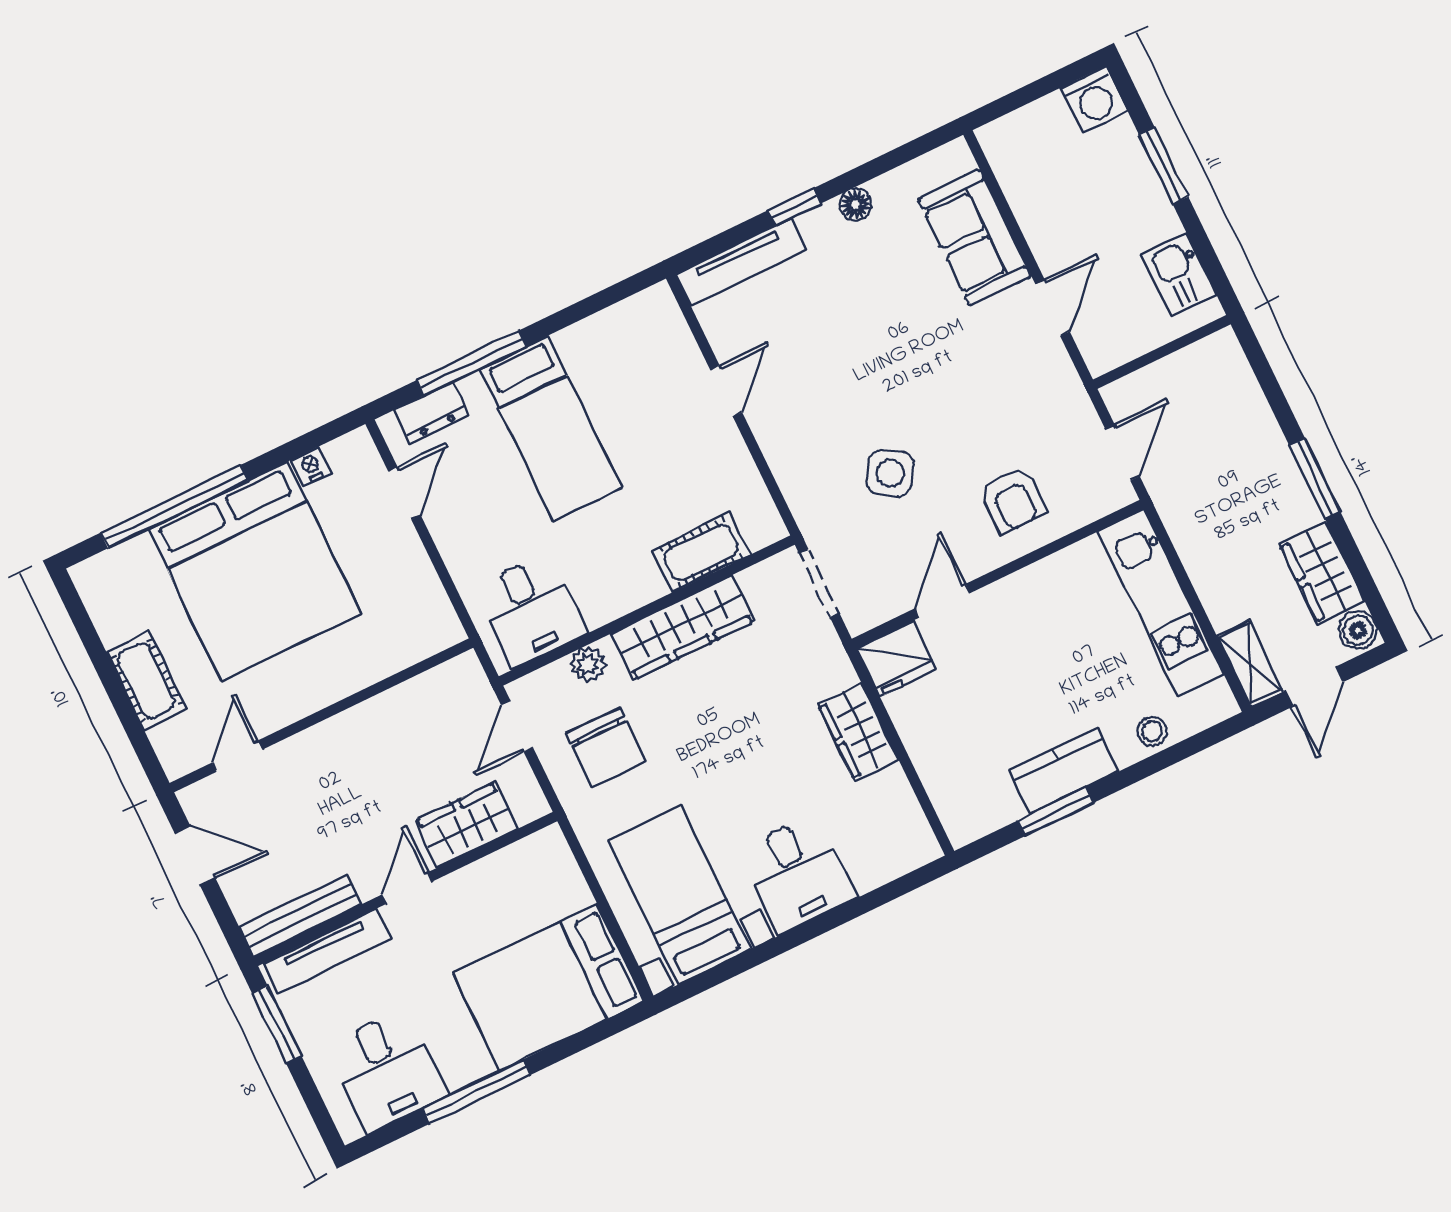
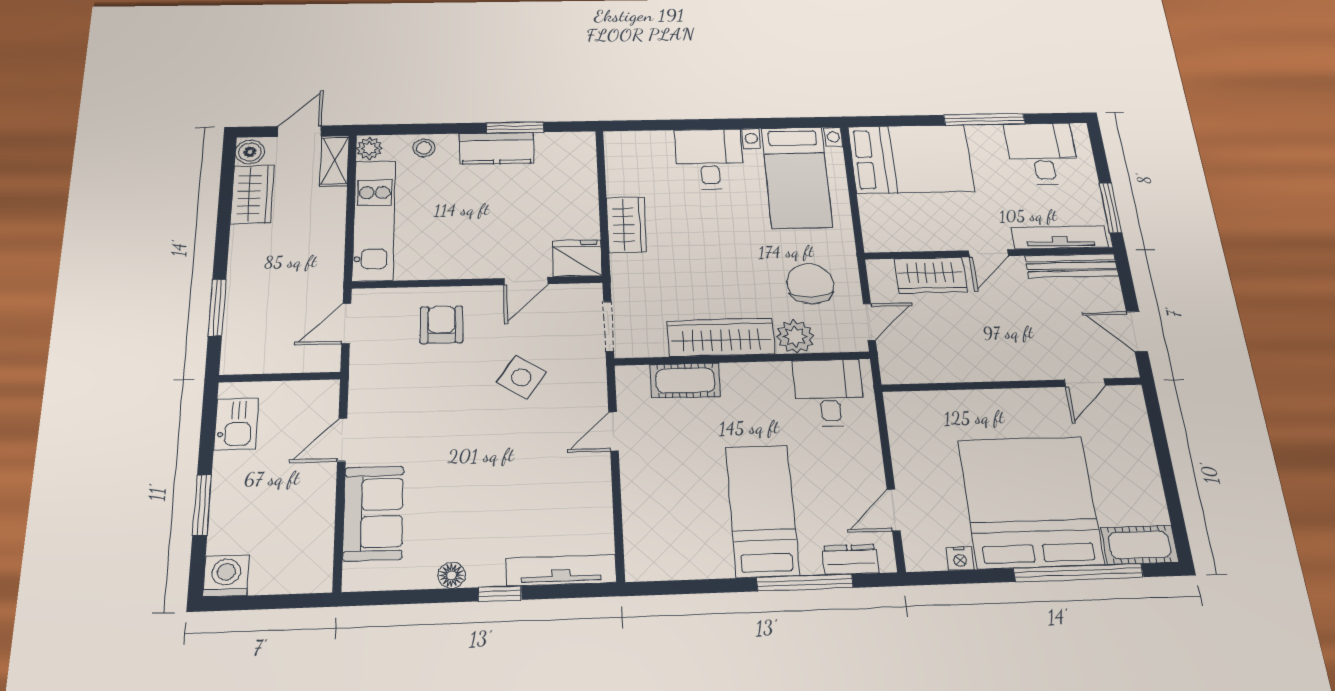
door: (726, 391) -> (614, 431), moved
window: (1315, 478) -> (217, 307), moved
plant: (588, 664) -> (795, 337), width x1.38, depth x1.38
cot: (146, 680) -> (1140, 545), moved, turned 90
plant: (1217, 700) -> (369, 148), added

